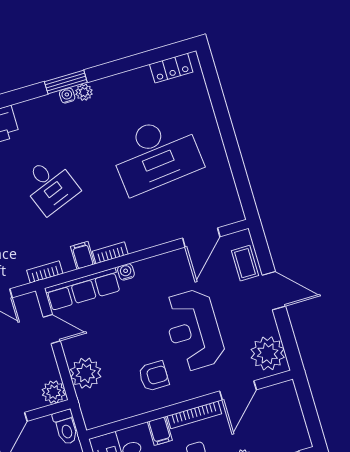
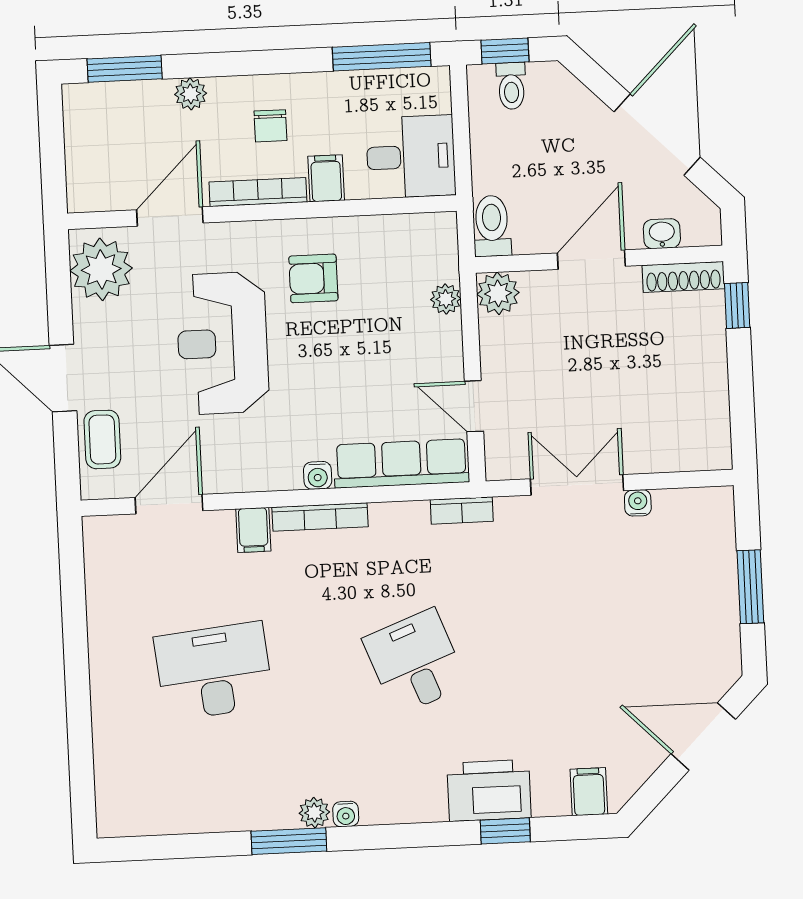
locker: (171, 68) -> (149, 818), removed
window: (66, 82) -> (289, 841), moved
desk: (156, 154) -> (214, 671), width x0.73, depth x0.77
bookcase: (110, 253) -> (320, 517), width x1.56
filing cabinet: (82, 255) -> (253, 530), moved
reception desk: (194, 330) -> (222, 343), turned 180
plant: (86, 373) -> (446, 299), width x0.53, depth x0.53

